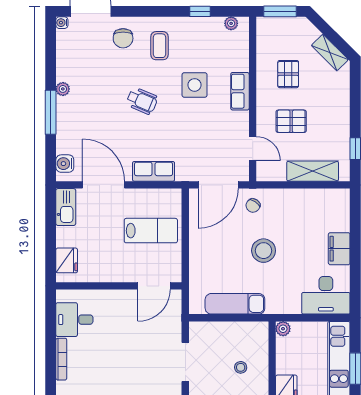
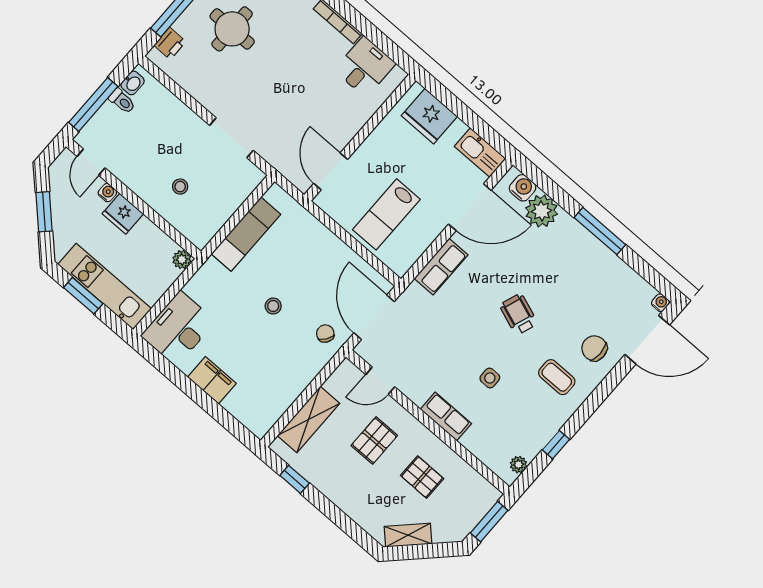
side table: (195, 85) -> (490, 378), width x0.54, depth x0.54
plant: (63, 89) -> (542, 211), moved, width x1.88, depth x1.88
wheelchair: (142, 101) -> (519, 314), turned 87
window: (51, 112) -> (600, 231), moved
stool: (264, 251) -> (273, 306), width x0.53, depth x0.53
fridge: (67, 260) -> (429, 116), width x1.36, depth x1.34

